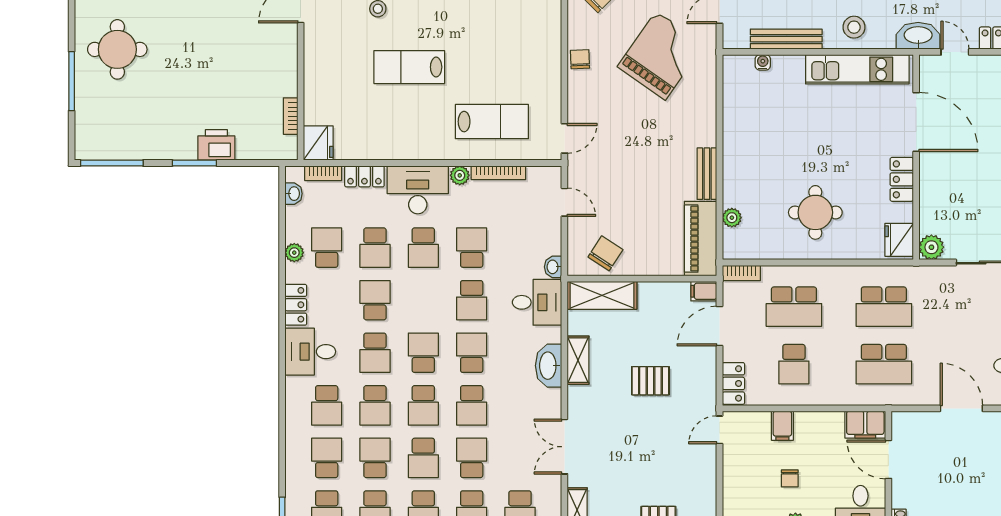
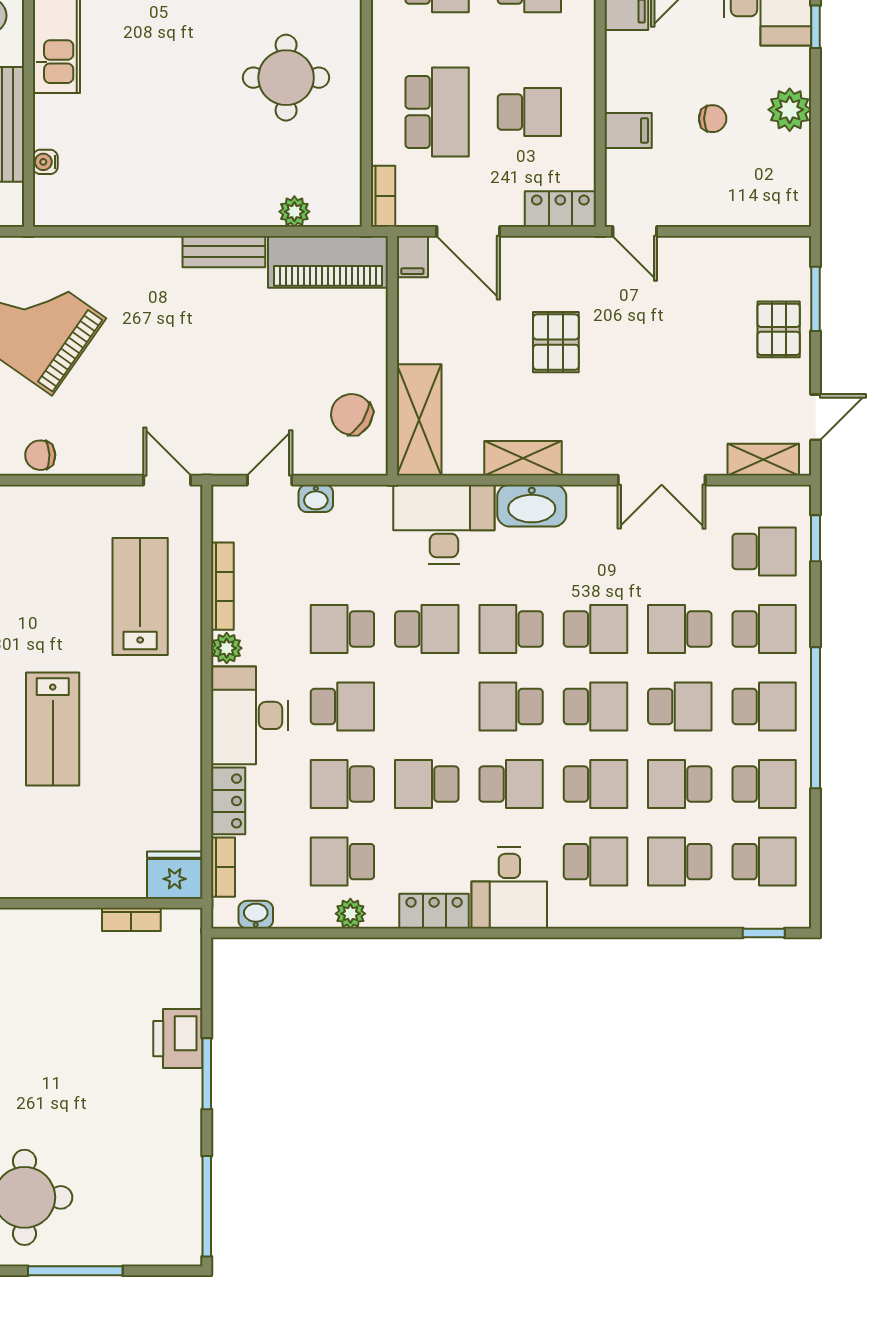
school desk: (375, 248) -> (342, 784), turned 180
washbasin: (553, 267) -> (316, 498), moved
desk: (537, 302) -> (444, 524), width x1.37

